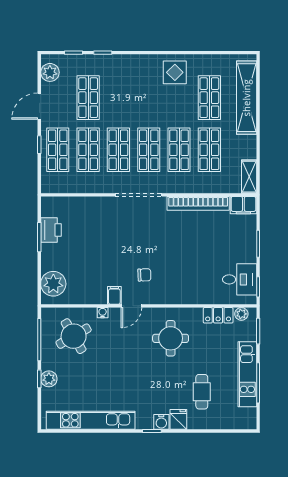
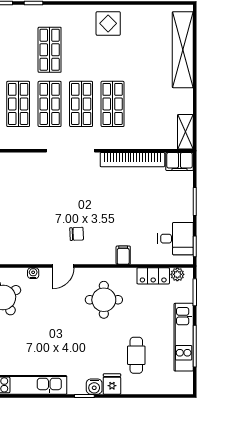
shop shelf: (88, 98) -> (50, 50), moved
shop shelf: (209, 98) -> (144, 50), removed
shop shelf: (209, 150) -> (144, 104), removed
filing cabinet: (114, 295) -> (123, 255), moved

